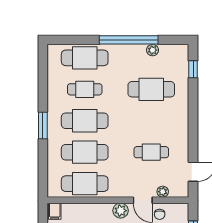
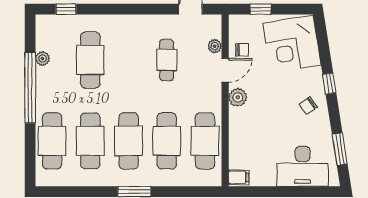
cafe table: (85, 89) -> (90, 141), width x1.37, depth x1.35

